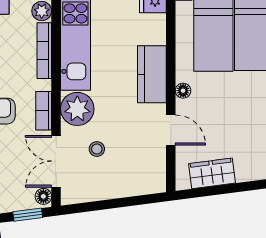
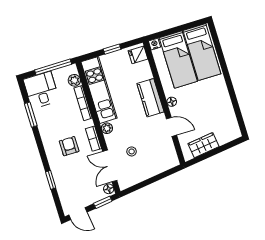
plant: (77, 109) -> (107, 128), width x0.53, depth x0.53

